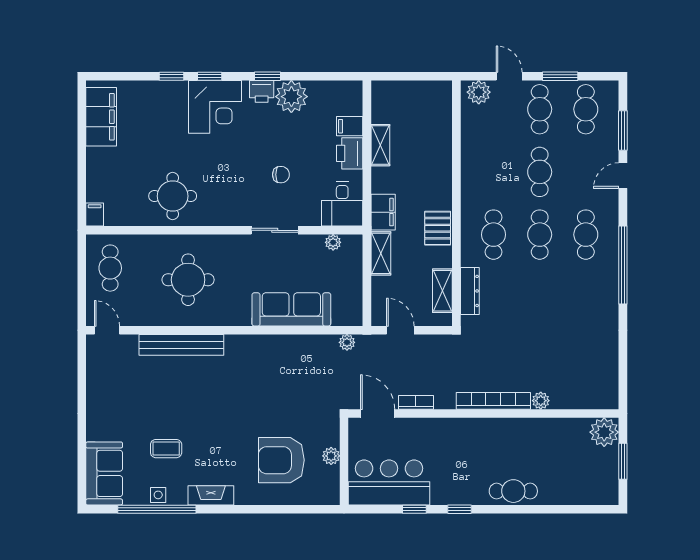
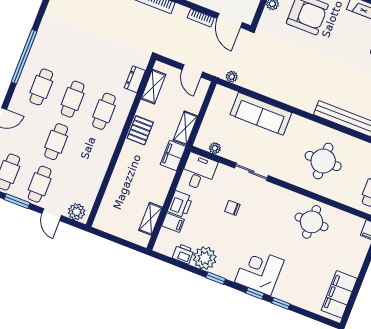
printer: (262, 91) -> (183, 254), moved
shelving: (380, 145) -> (151, 219), moved
dresser: (470, 291) -> (135, 79), width x0.70

